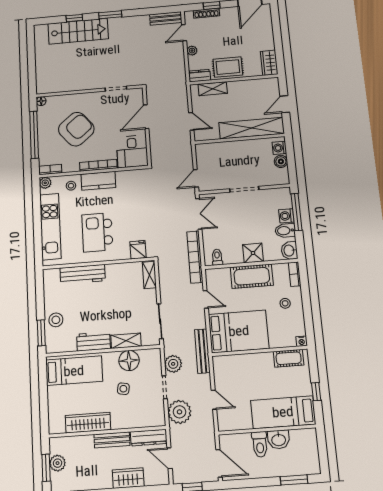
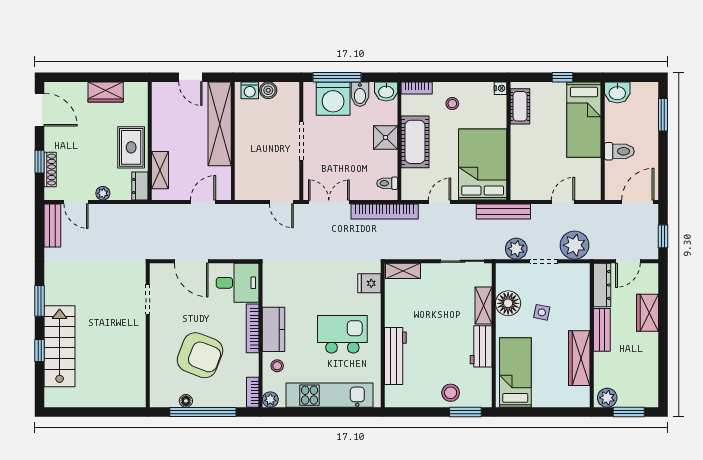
wardrobe: (269, 63) -> (106, 92), moved
floor lamp: (41, 101) -> (186, 401), moved
armchair: (76, 129) -> (200, 355), turned 150
washing machine: (286, 216) -> (333, 99), width x1.89, depth x1.89
kitchen island: (97, 232) -> (342, 334), turned 180
washbasin: (279, 440) -> (617, 93), moved, turned 90
plant: (58, 463) -> (607, 398), moved

